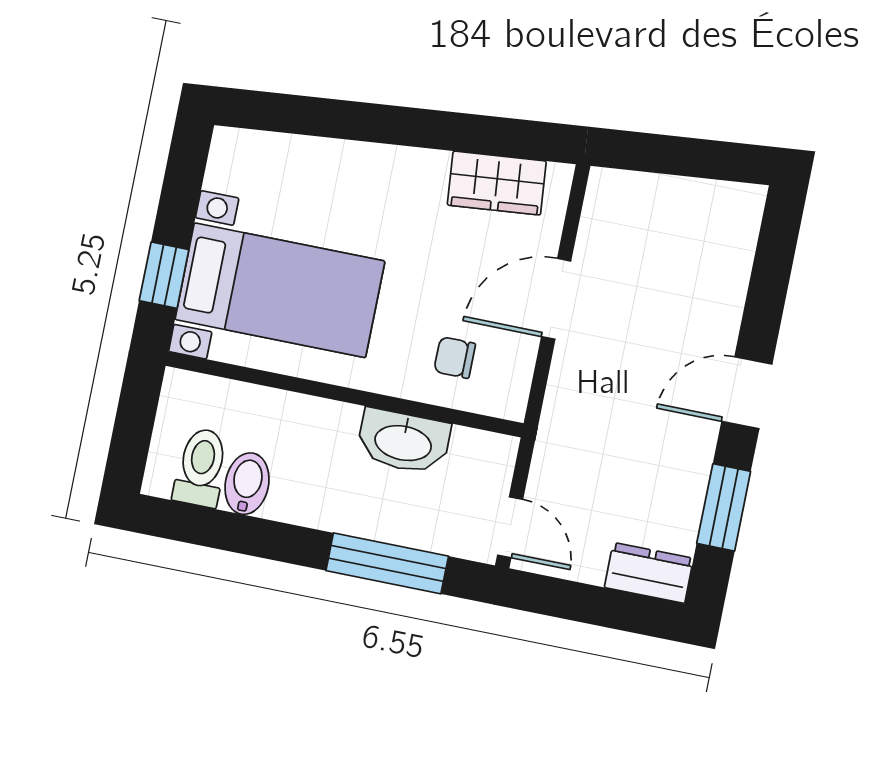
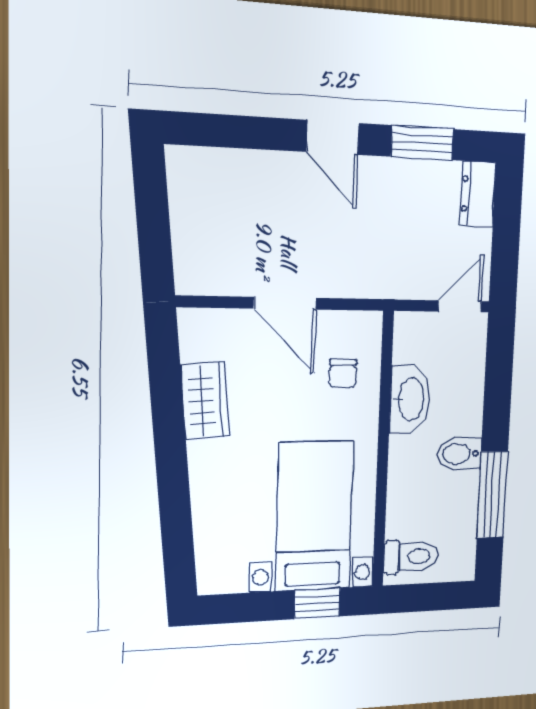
wardrobe: (497, 183) -> (205, 401), moved
toilet: (201, 468) -> (411, 557), moved, turned 180
bidet: (247, 484) -> (459, 454), moved
window: (387, 563) -> (492, 495), moved

